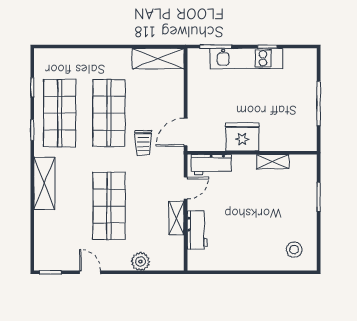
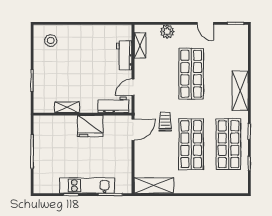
shelving: (176, 218) -> (140, 45), moved

